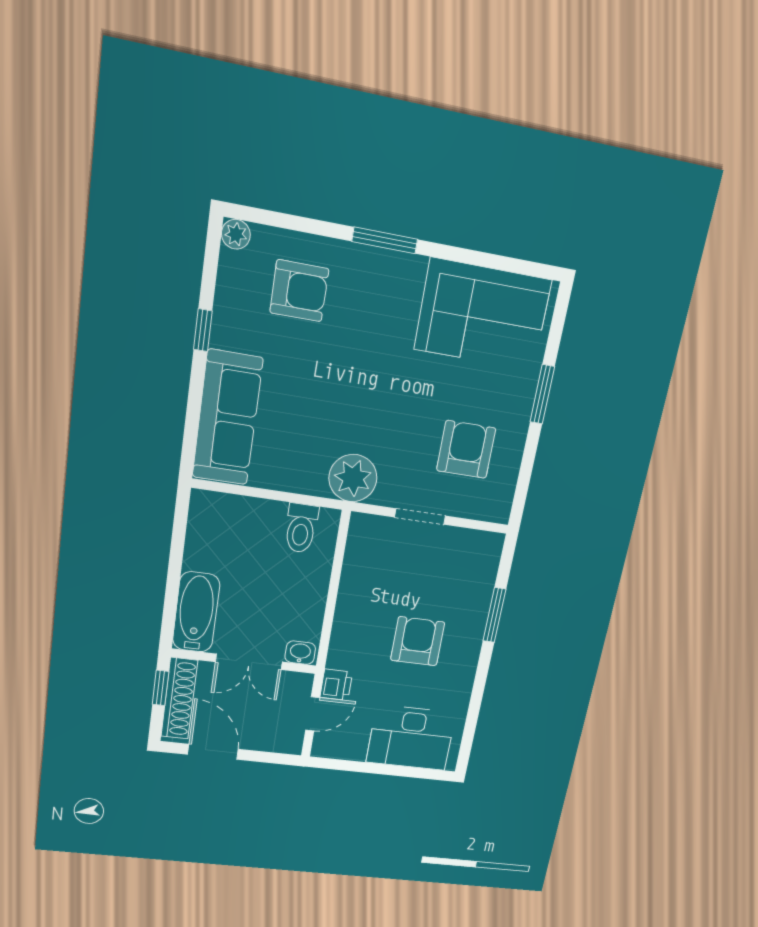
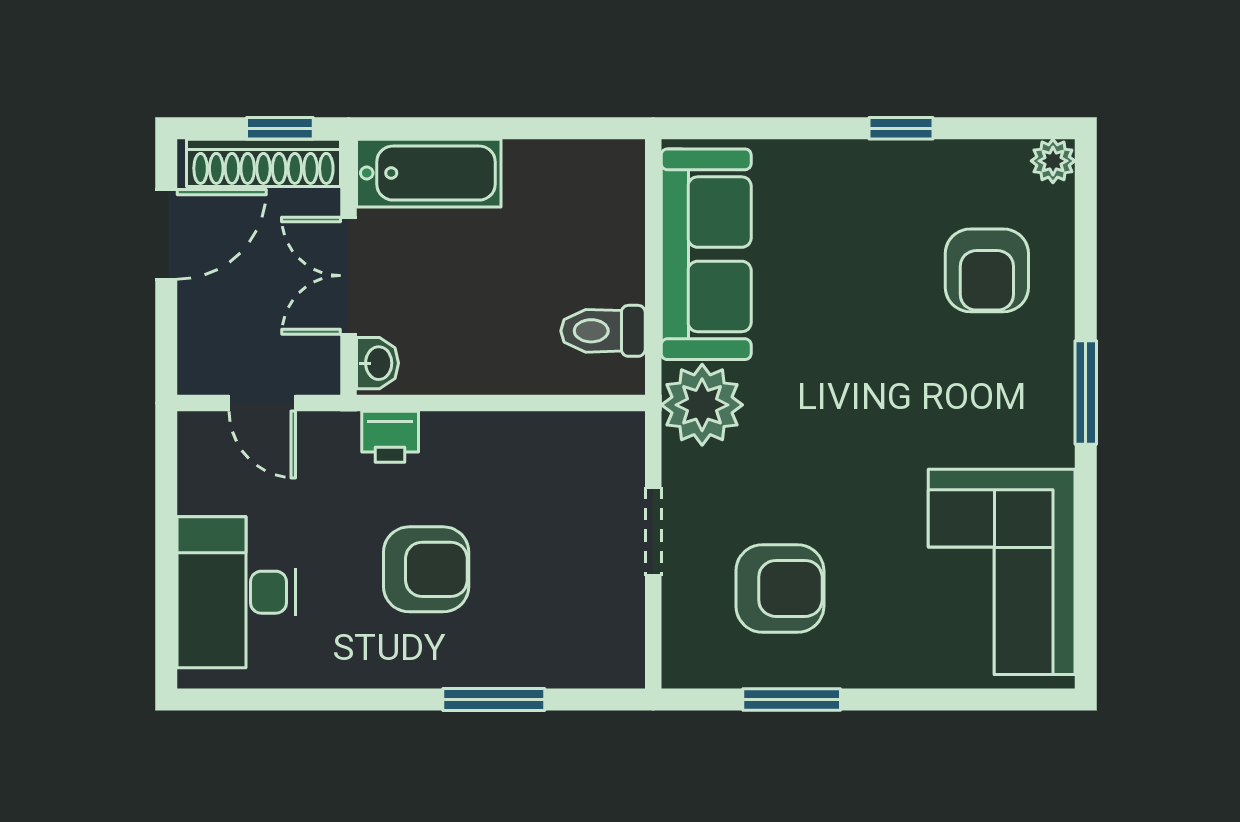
window: (542, 394) -> (792, 700), moved
sofa: (227, 418) -> (706, 254), moved, turned -90
printer: (336, 685) -> (390, 437), moved

